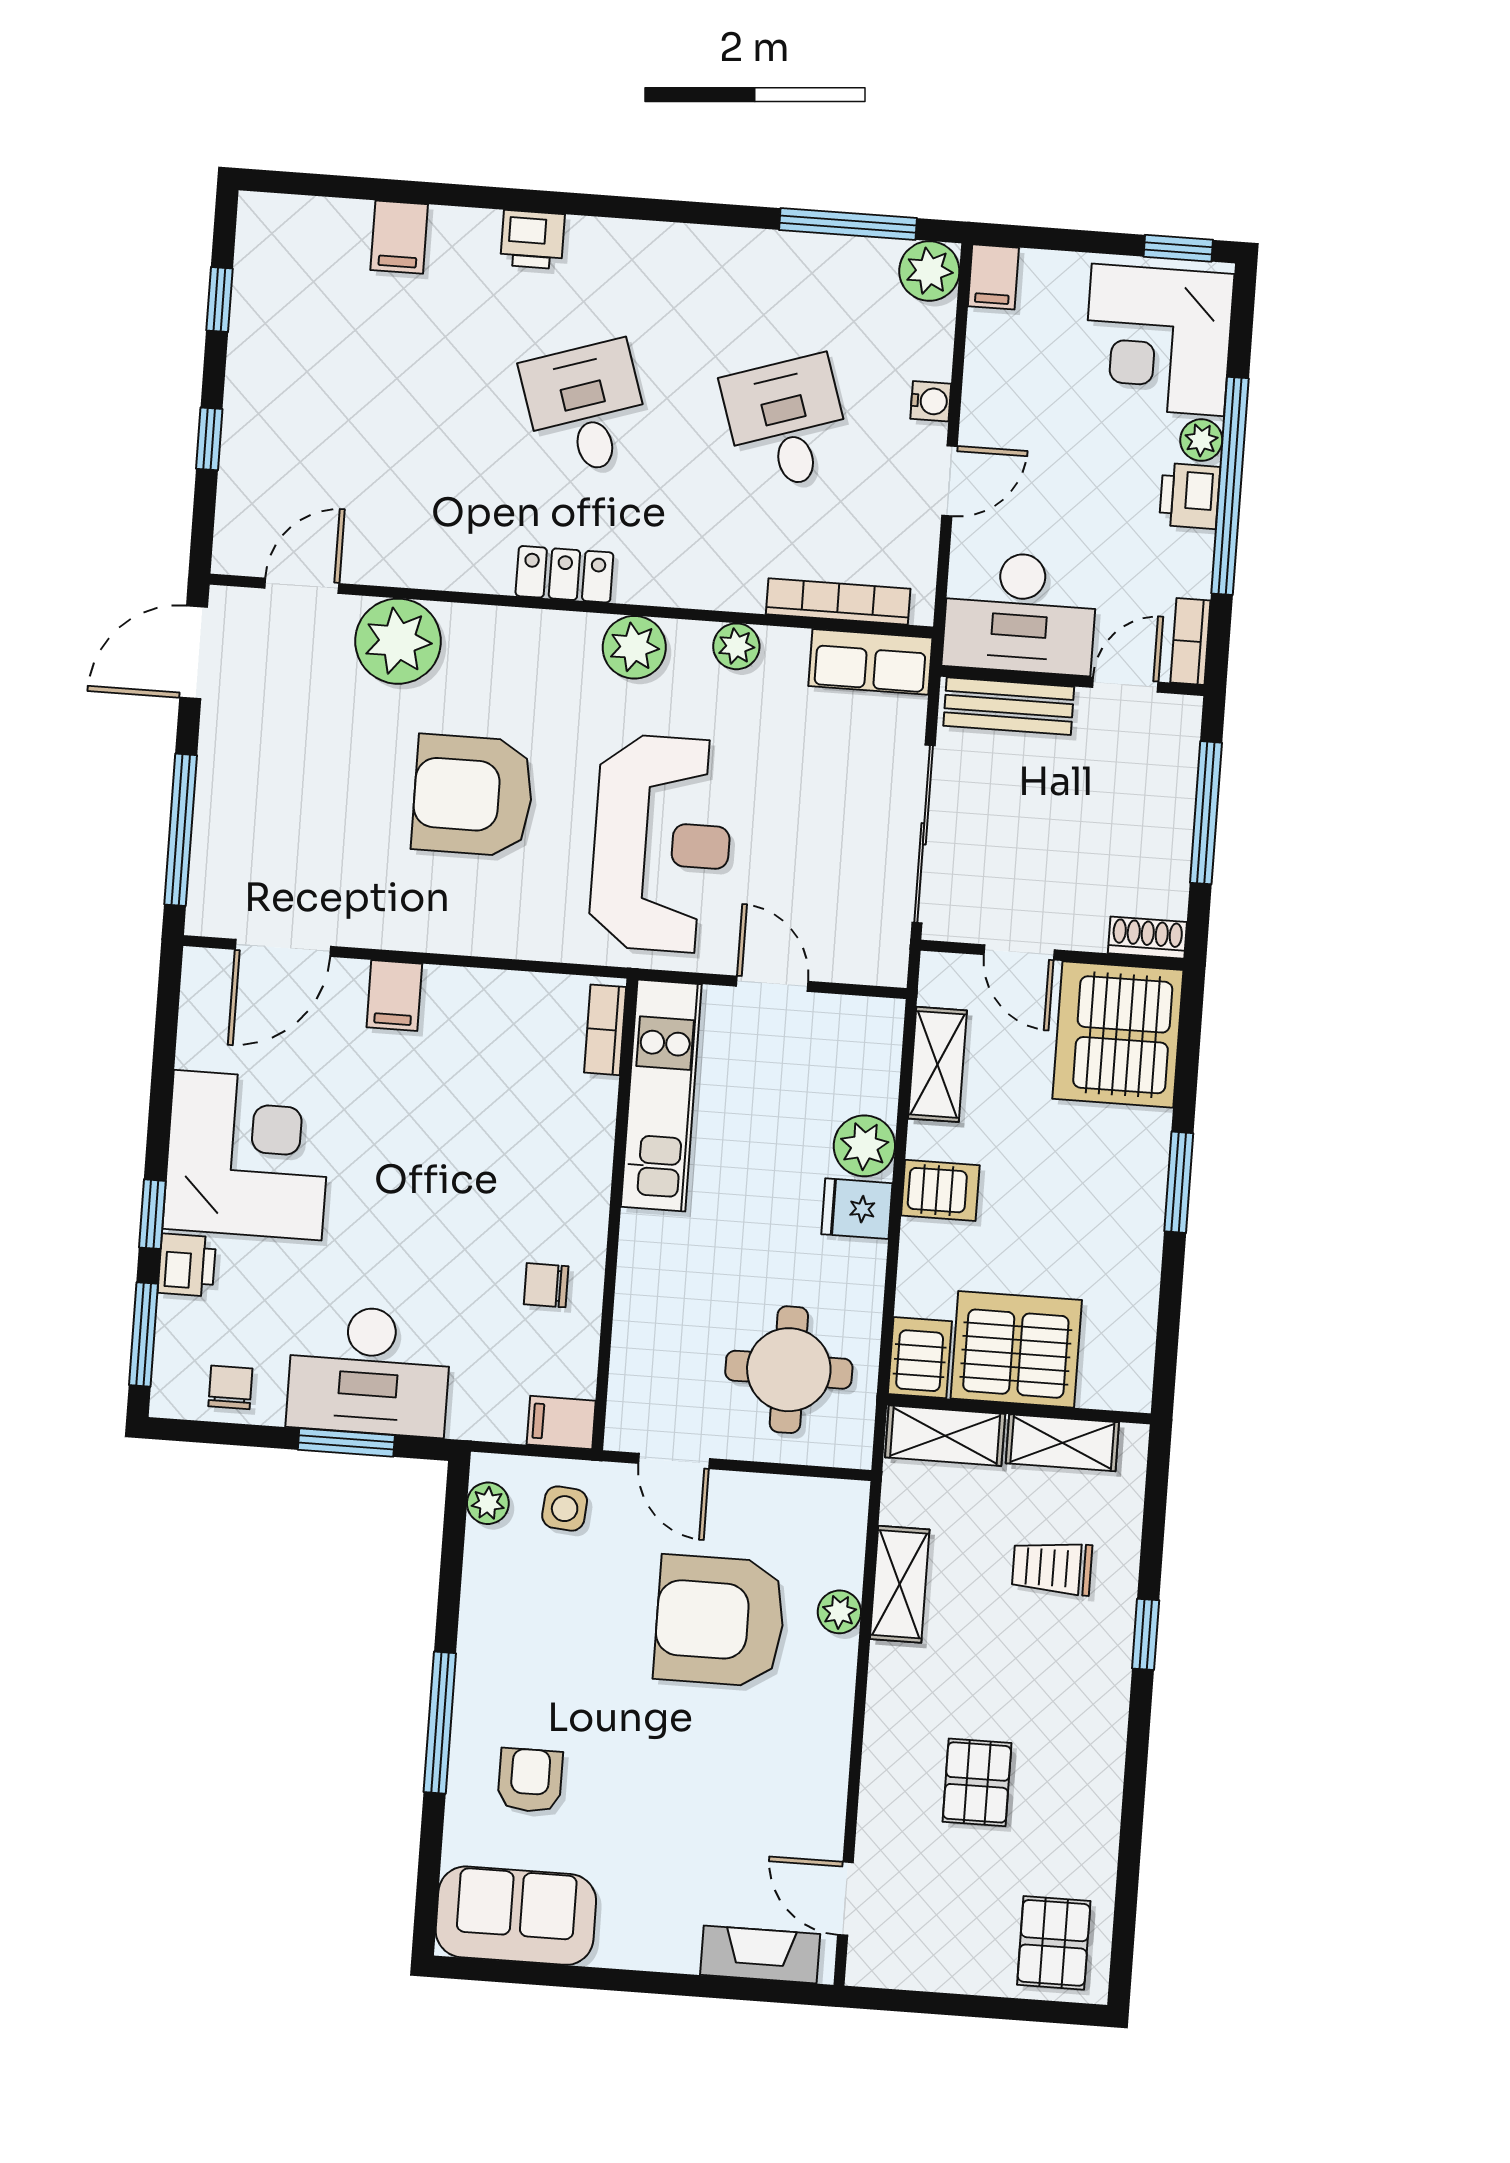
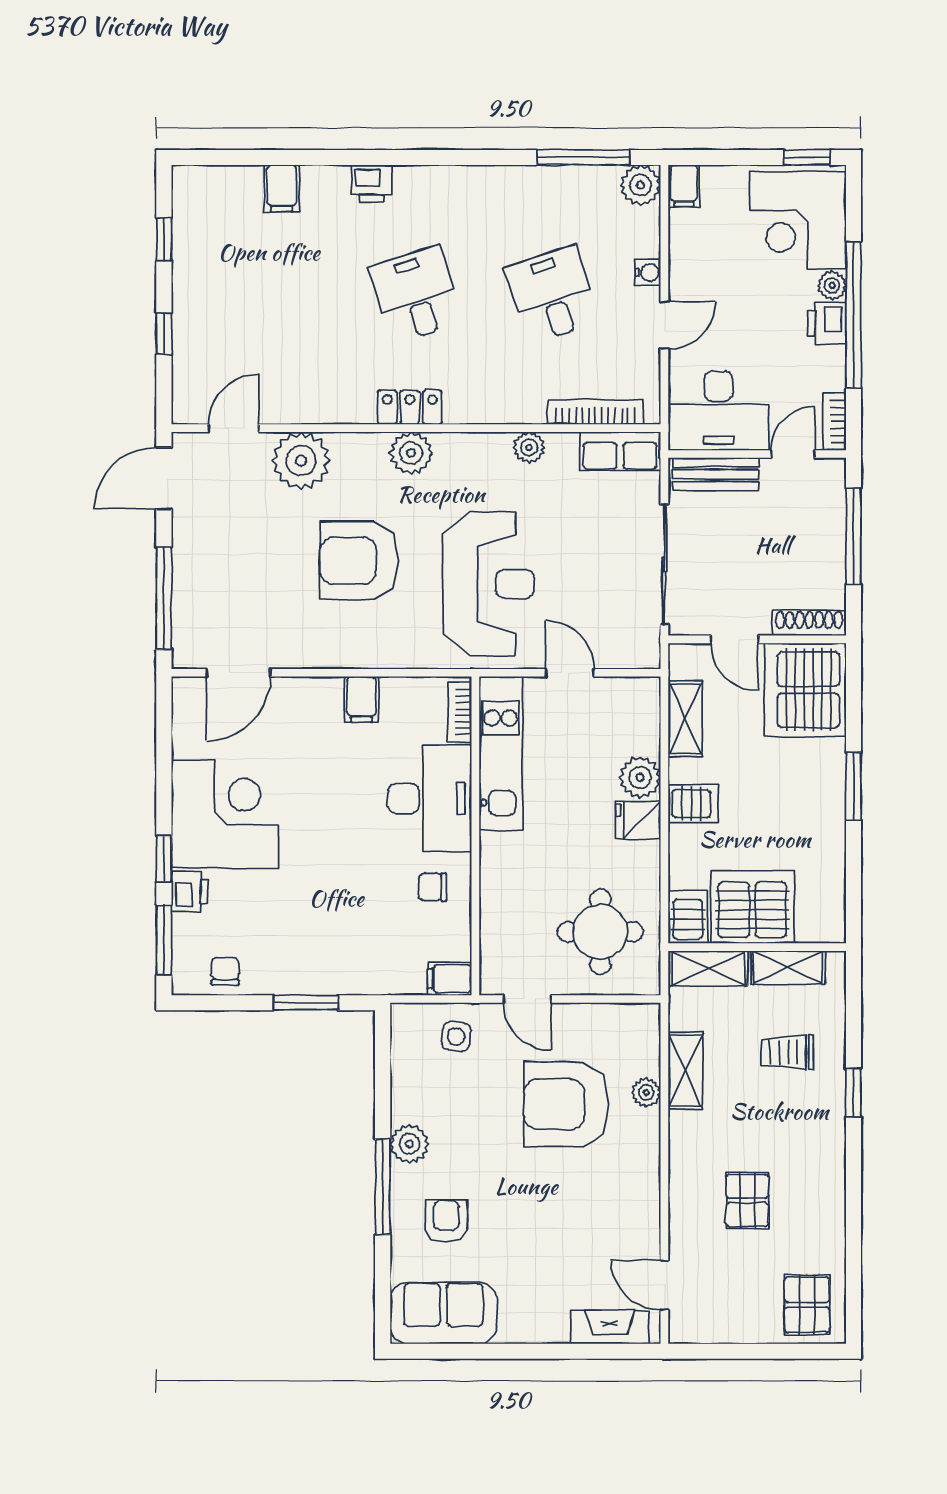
plant: (634, 647) -> (411, 453), moved
shoe rack: (1147, 938) -> (809, 623), width x1.43
filing cabinet: (394, 995) -> (361, 699), moved
desk: (369, 1371) -> (430, 798), moved, turned -90
plant: (488, 1503) -> (409, 1144), moved, width x1.38, depth x1.38

